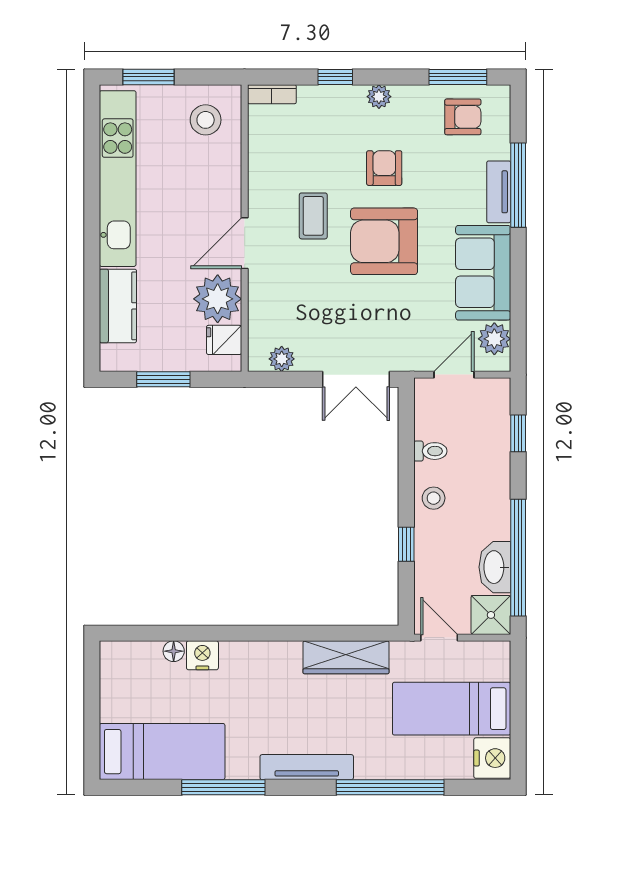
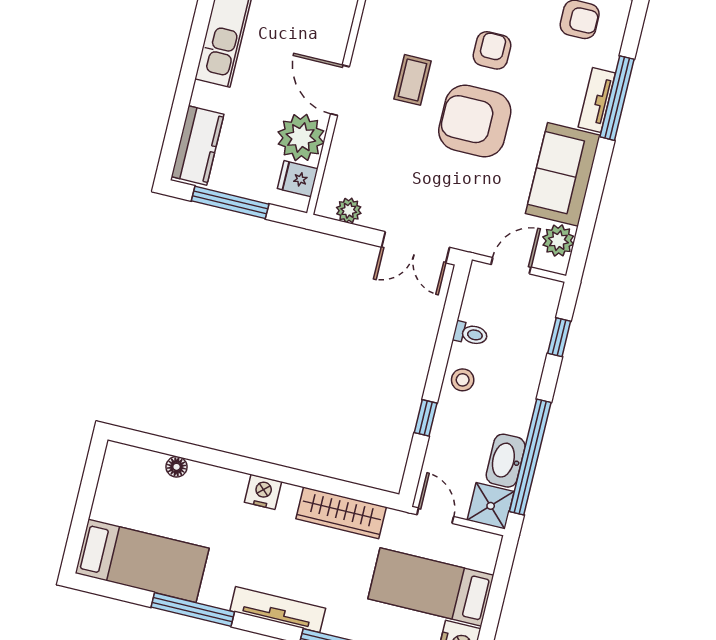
door: (245, 243) -> (340, 90), hinge flipped
kitchen counter: (118, 306) -> (197, 145), moved
window: (163, 379) -> (230, 202), width x1.44
nightstand: (202, 655) -> (263, 492), moved

